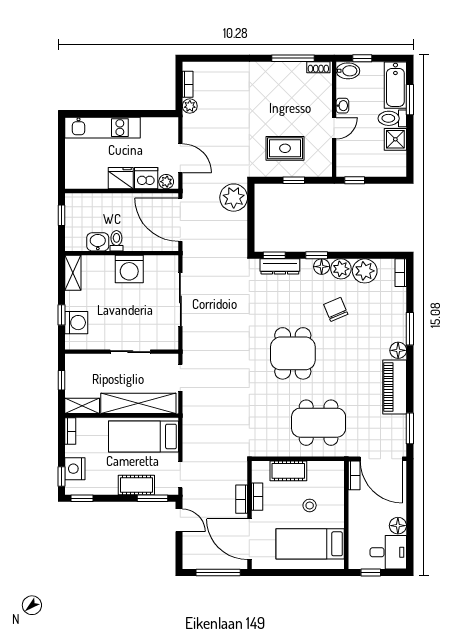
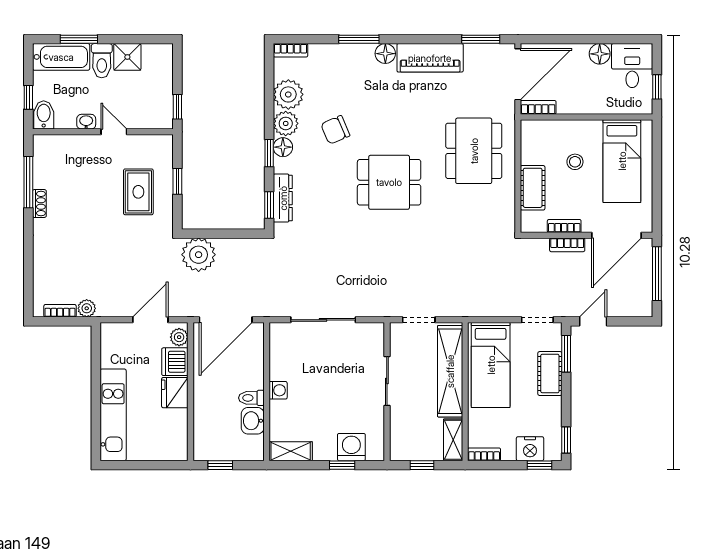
shoe rack: (318, 67) -> (39, 204), moved
washing machine: (129, 269) -> (278, 390), width x0.53, depth x0.53

